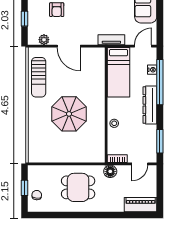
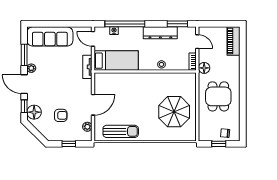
dresser: (150, 105) -> (160, 33), moved
parasol: (69, 114) -> (174, 112), moved

